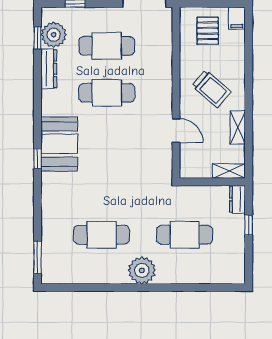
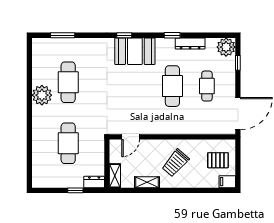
plant: (54, 35) -> (226, 47), moved
window: (38, 38) -> (172, 35), moved
cafe table: (107, 46) -> (207, 86), width x0.73, depth x0.74
door: (176, 131) -> (131, 137), moved
window: (38, 257) -> (63, 35), moved
plant: (142, 270) -> (42, 95), moved

